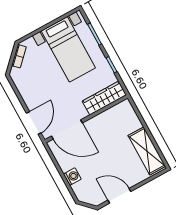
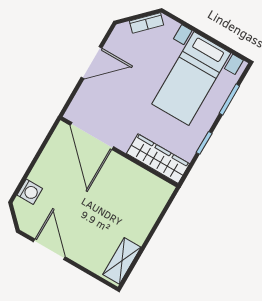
door: (34, 123) -> (92, 63), moved
shelving: (147, 151) -> (122, 261), width x0.67, depth x0.75
washing machine: (72, 177) -> (30, 192), moved

